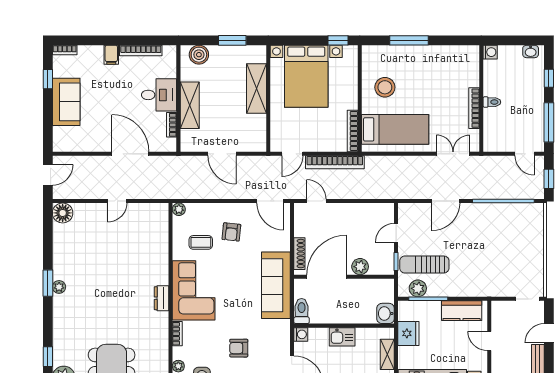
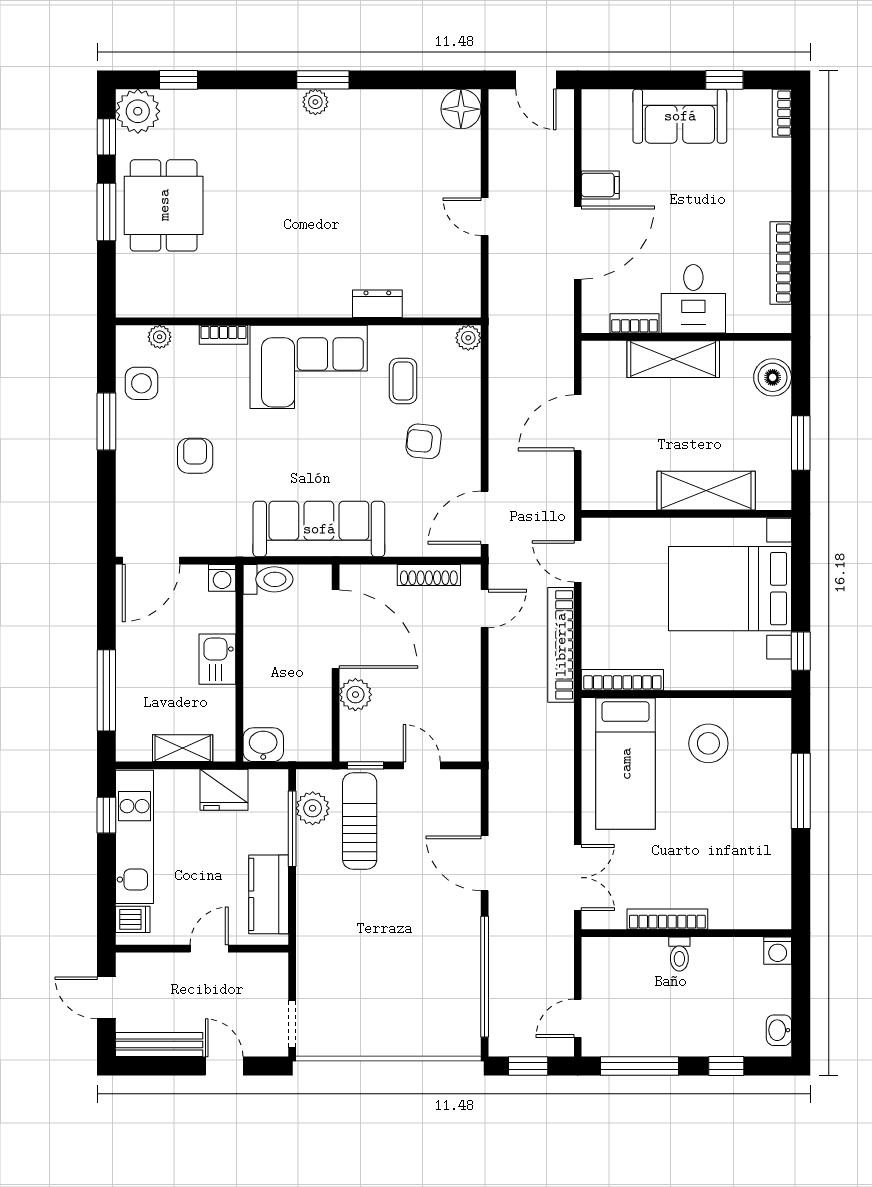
filing cabinet: (111, 55) -> (600, 185), moved, turned 180
shoe rack: (299, 254) -> (429, 575), moved
dresser: (162, 298) -> (377, 304), moved

